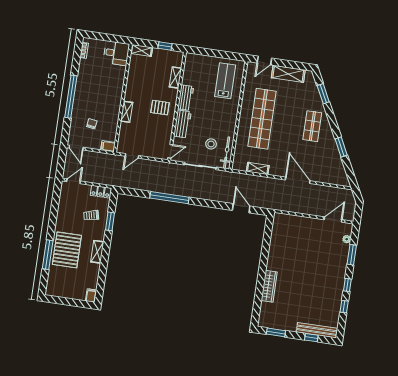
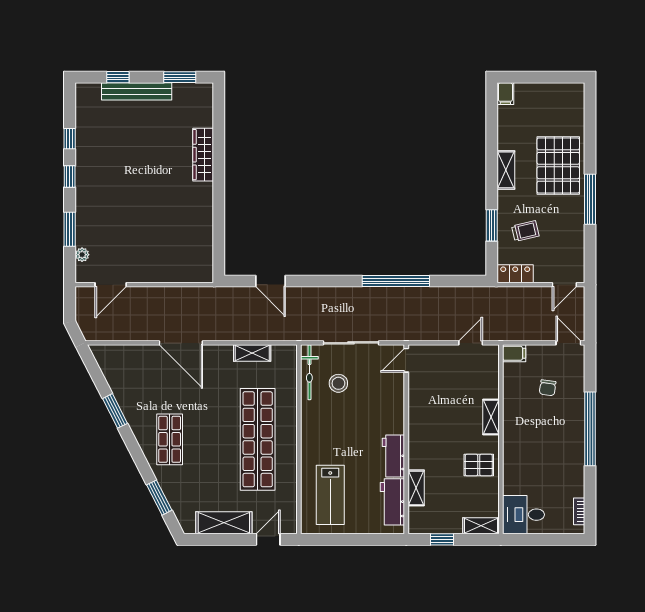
pallet: (160, 108) -> (479, 465), moved
workbench: (182, 124) -> (392, 502), moved
window: (48, 255) -> (590, 199), moved
bench: (317, 330) -> (137, 91), moved

